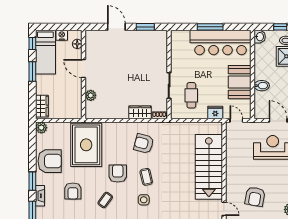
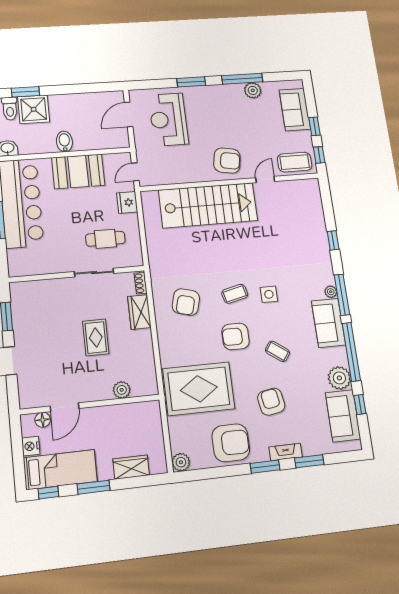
door: (84, 69) -> (65, 407), moved
rug: (126, 82) -> (96, 337), added
bidet: (262, 86) -> (64, 142), moved
wardrobe: (42, 106) -> (131, 467), moved
armchair: (50, 161) -> (231, 443), turned 90
armchair: (73, 191) -> (271, 402), turned -100
armchair: (255, 197) -> (227, 161), moved

